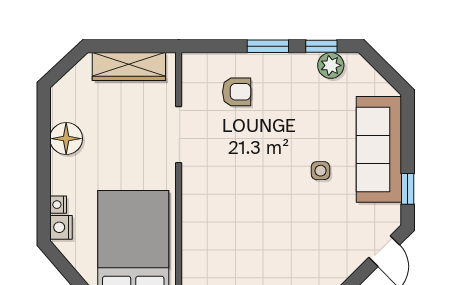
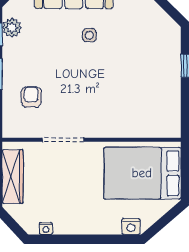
floor lamp: (66, 139) -> (66, 223), removed
nightstand: (58, 205) -> (46, 229), moved

